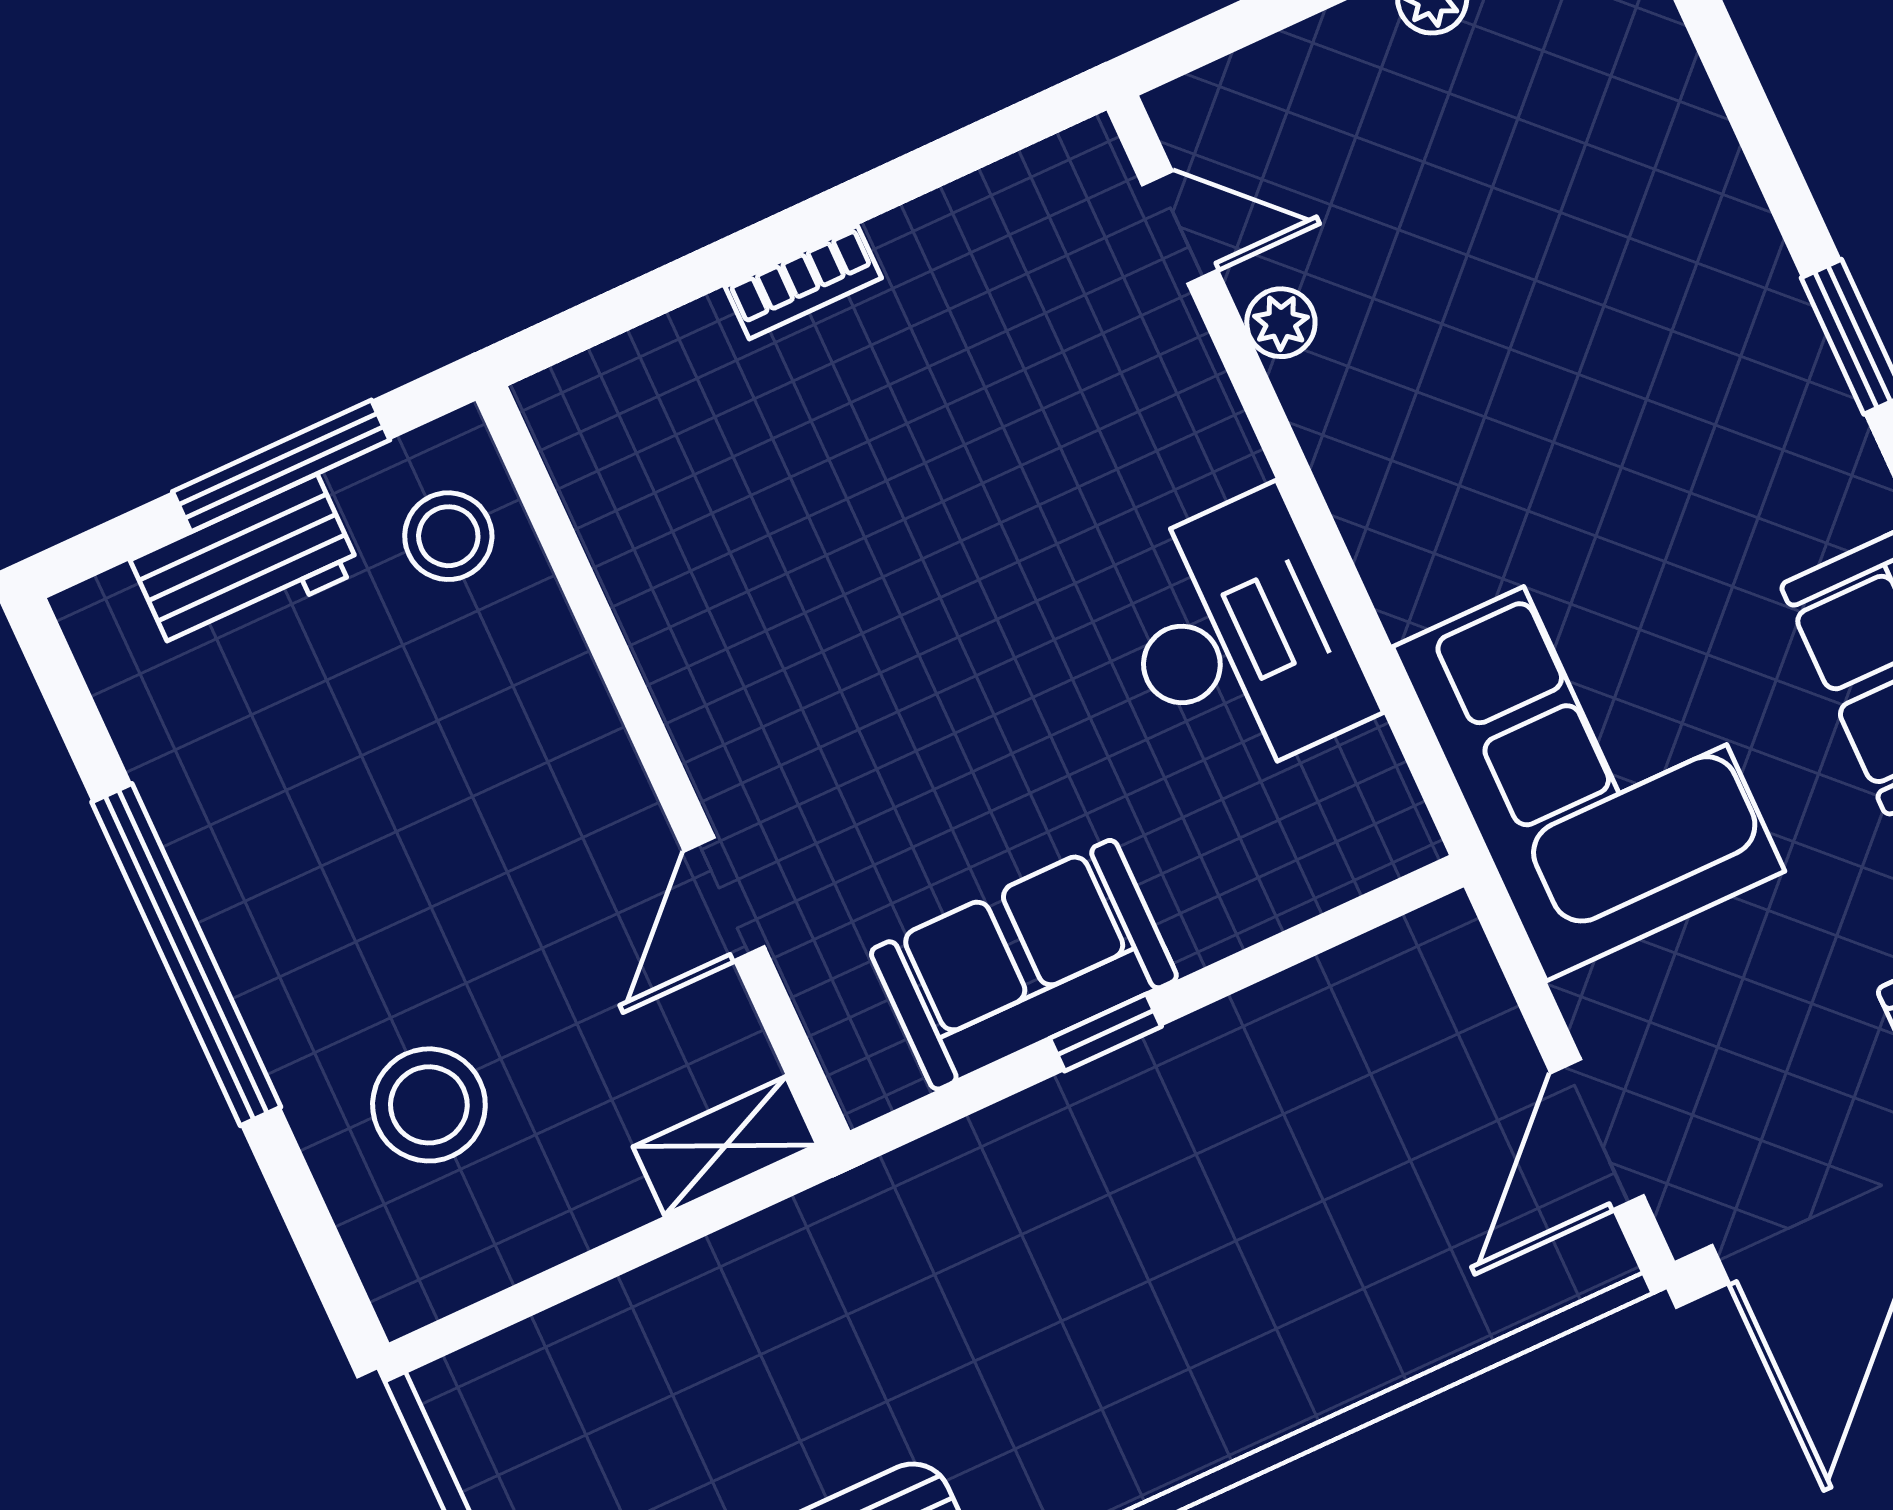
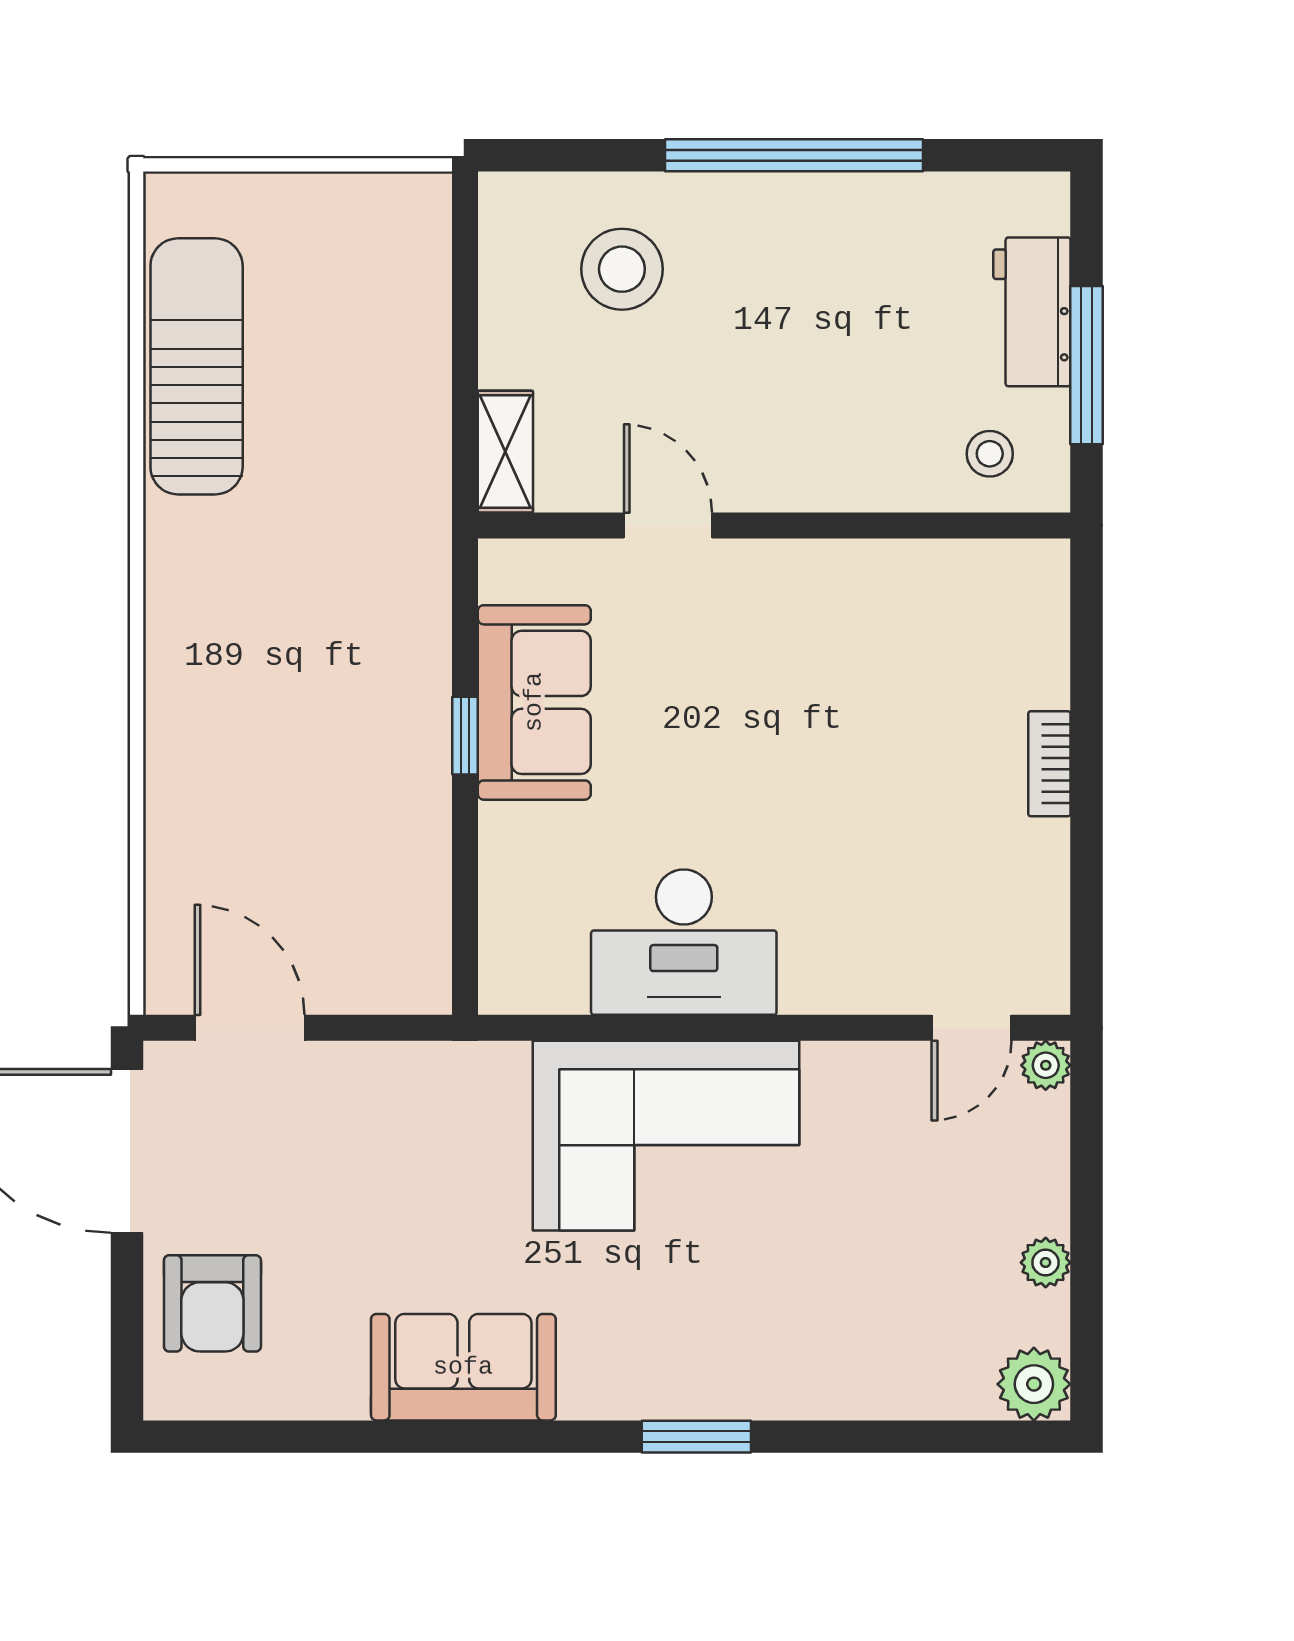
plant: (1281, 323) -> (1046, 1065), moved
stool: (448, 536) -> (990, 454), width x0.73, depth x0.73
corner sofa: (1589, 759) -> (666, 1136), moved

